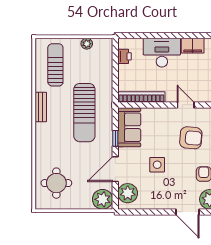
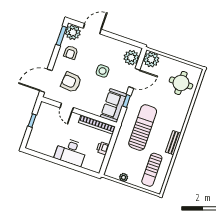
filing cabinet: (193, 46) -> (46, 149), removed
printer: (125, 56) -> (103, 148), moved
door: (187, 212) -> (92, 29), hinge flipped

